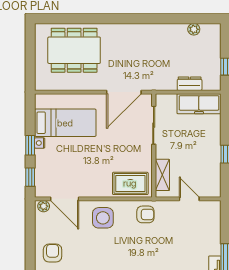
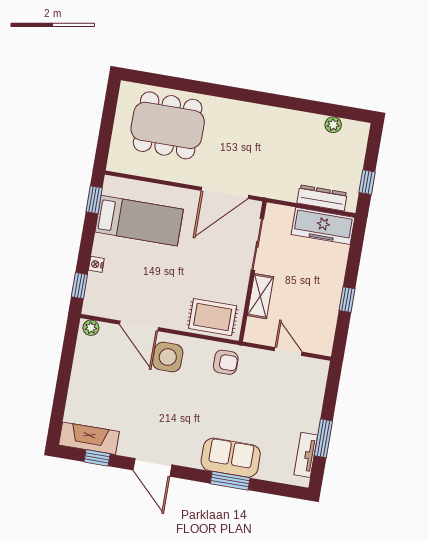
dresser: (190, 84) -> (322, 198), width x1.44
nightstand: (40, 143) -> (96, 264), moved
window: (30, 145) -> (94, 200), moved
shelving: (162, 175) -> (260, 296), moved
door: (65, 199) -> (139, 326), moved
armchair: (53, 253) -> (92, 393), removed

